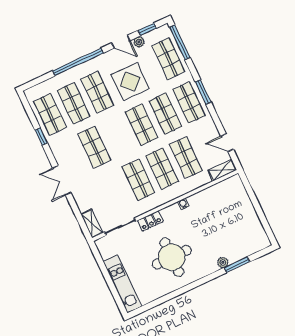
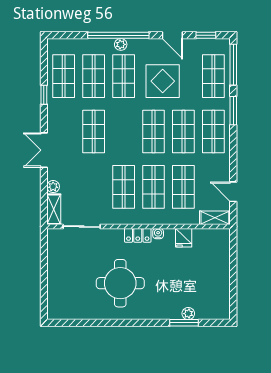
plant: (139, 42) -> (121, 44), moved
window: (203, 92) -> (233, 111), moved
fridge: (205, 198) -> (184, 238), added
plant: (83, 206) -> (53, 187), added
locker: (150, 221) -> (138, 235), moved
plant: (223, 262) -> (188, 314), moved
kitchen unit: (122, 284) -> (56, 287), removed

